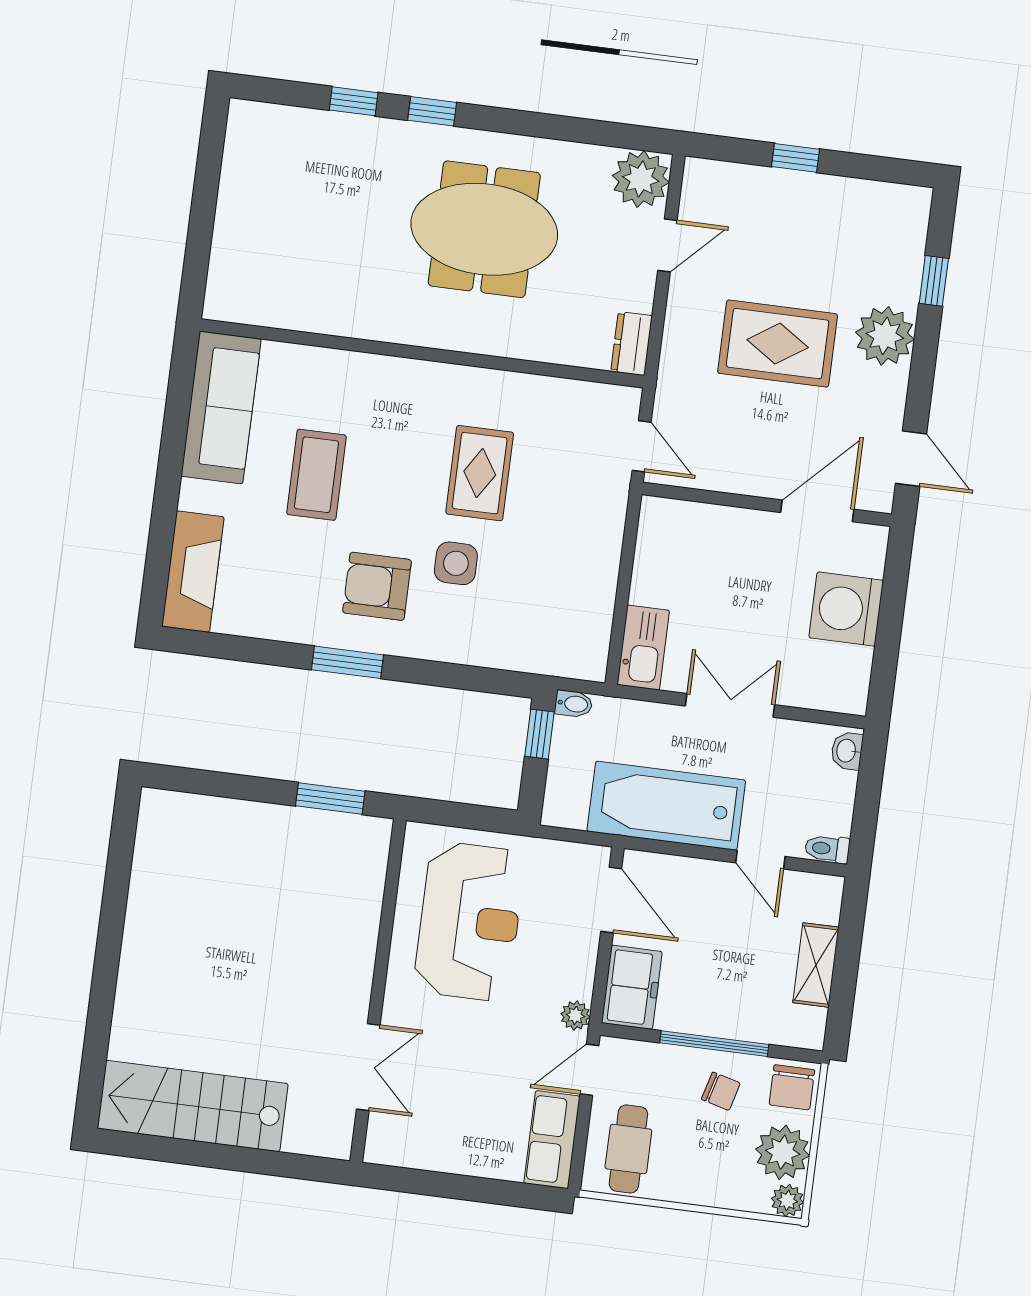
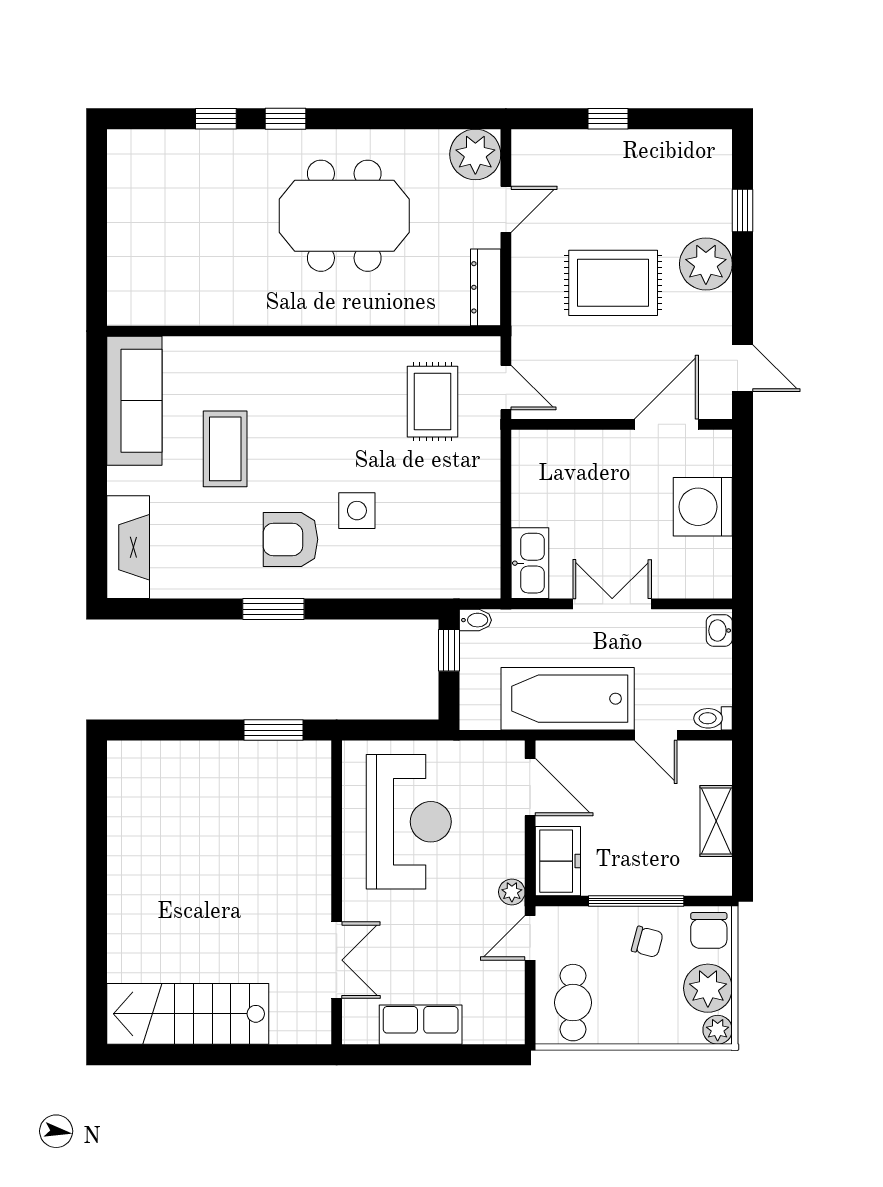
dresser: (632, 344) -> (486, 287), width x1.44
rug: (480, 473) -> (433, 402), moved
row of seats: (552, 1140) -> (421, 1025), moved, turned 90

